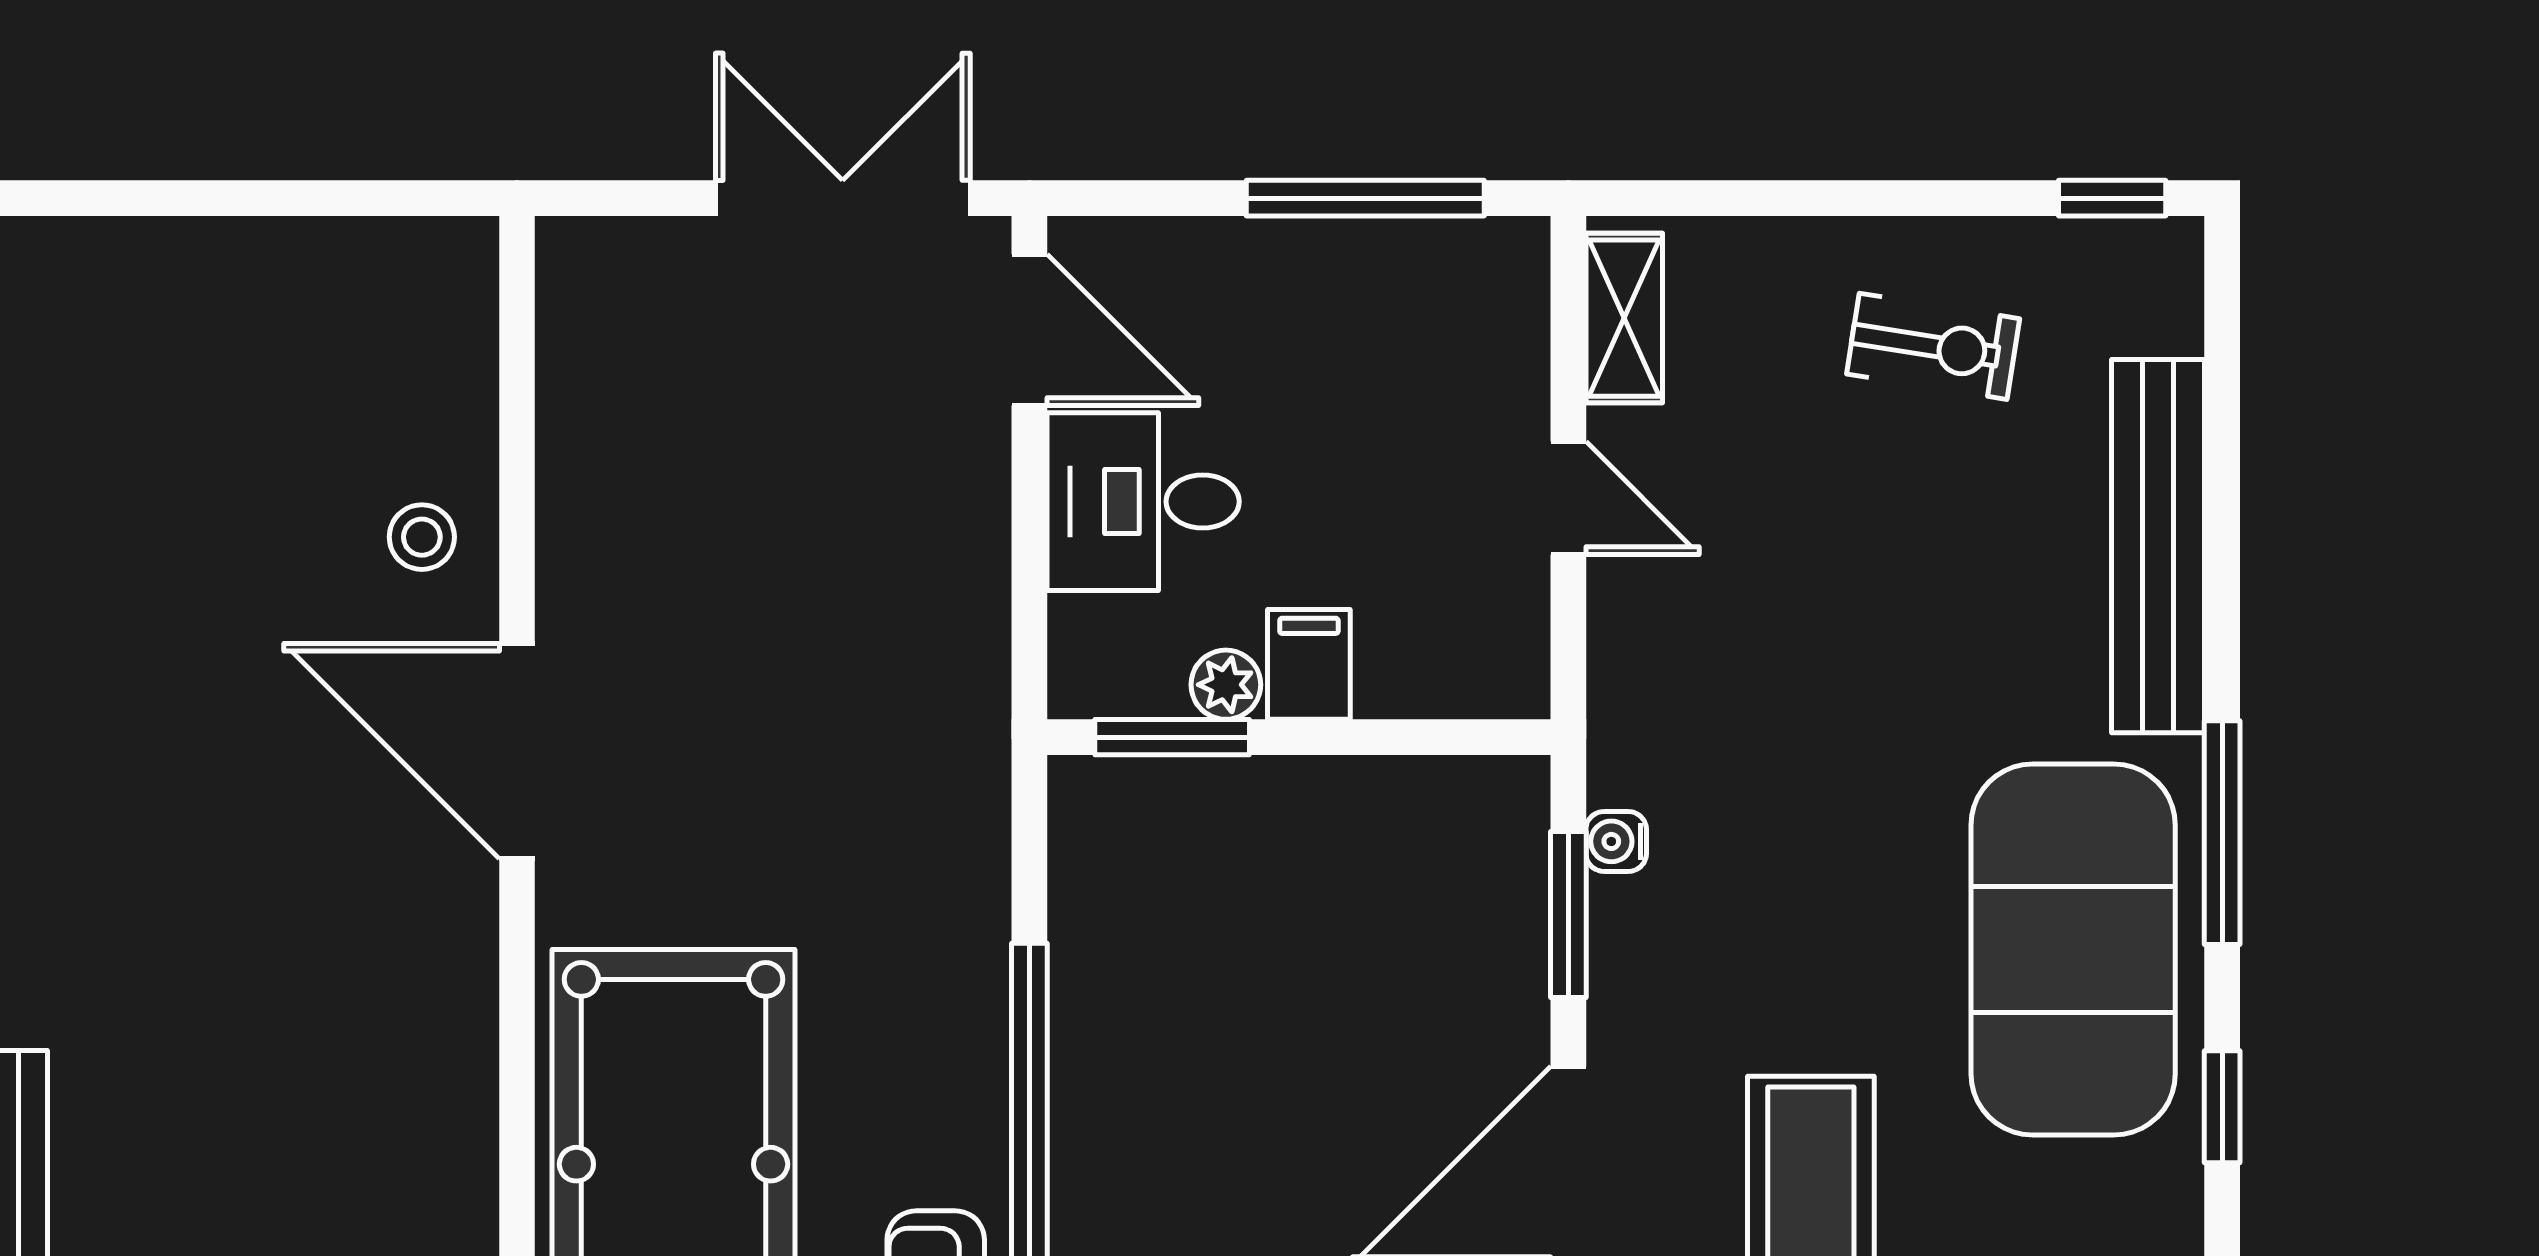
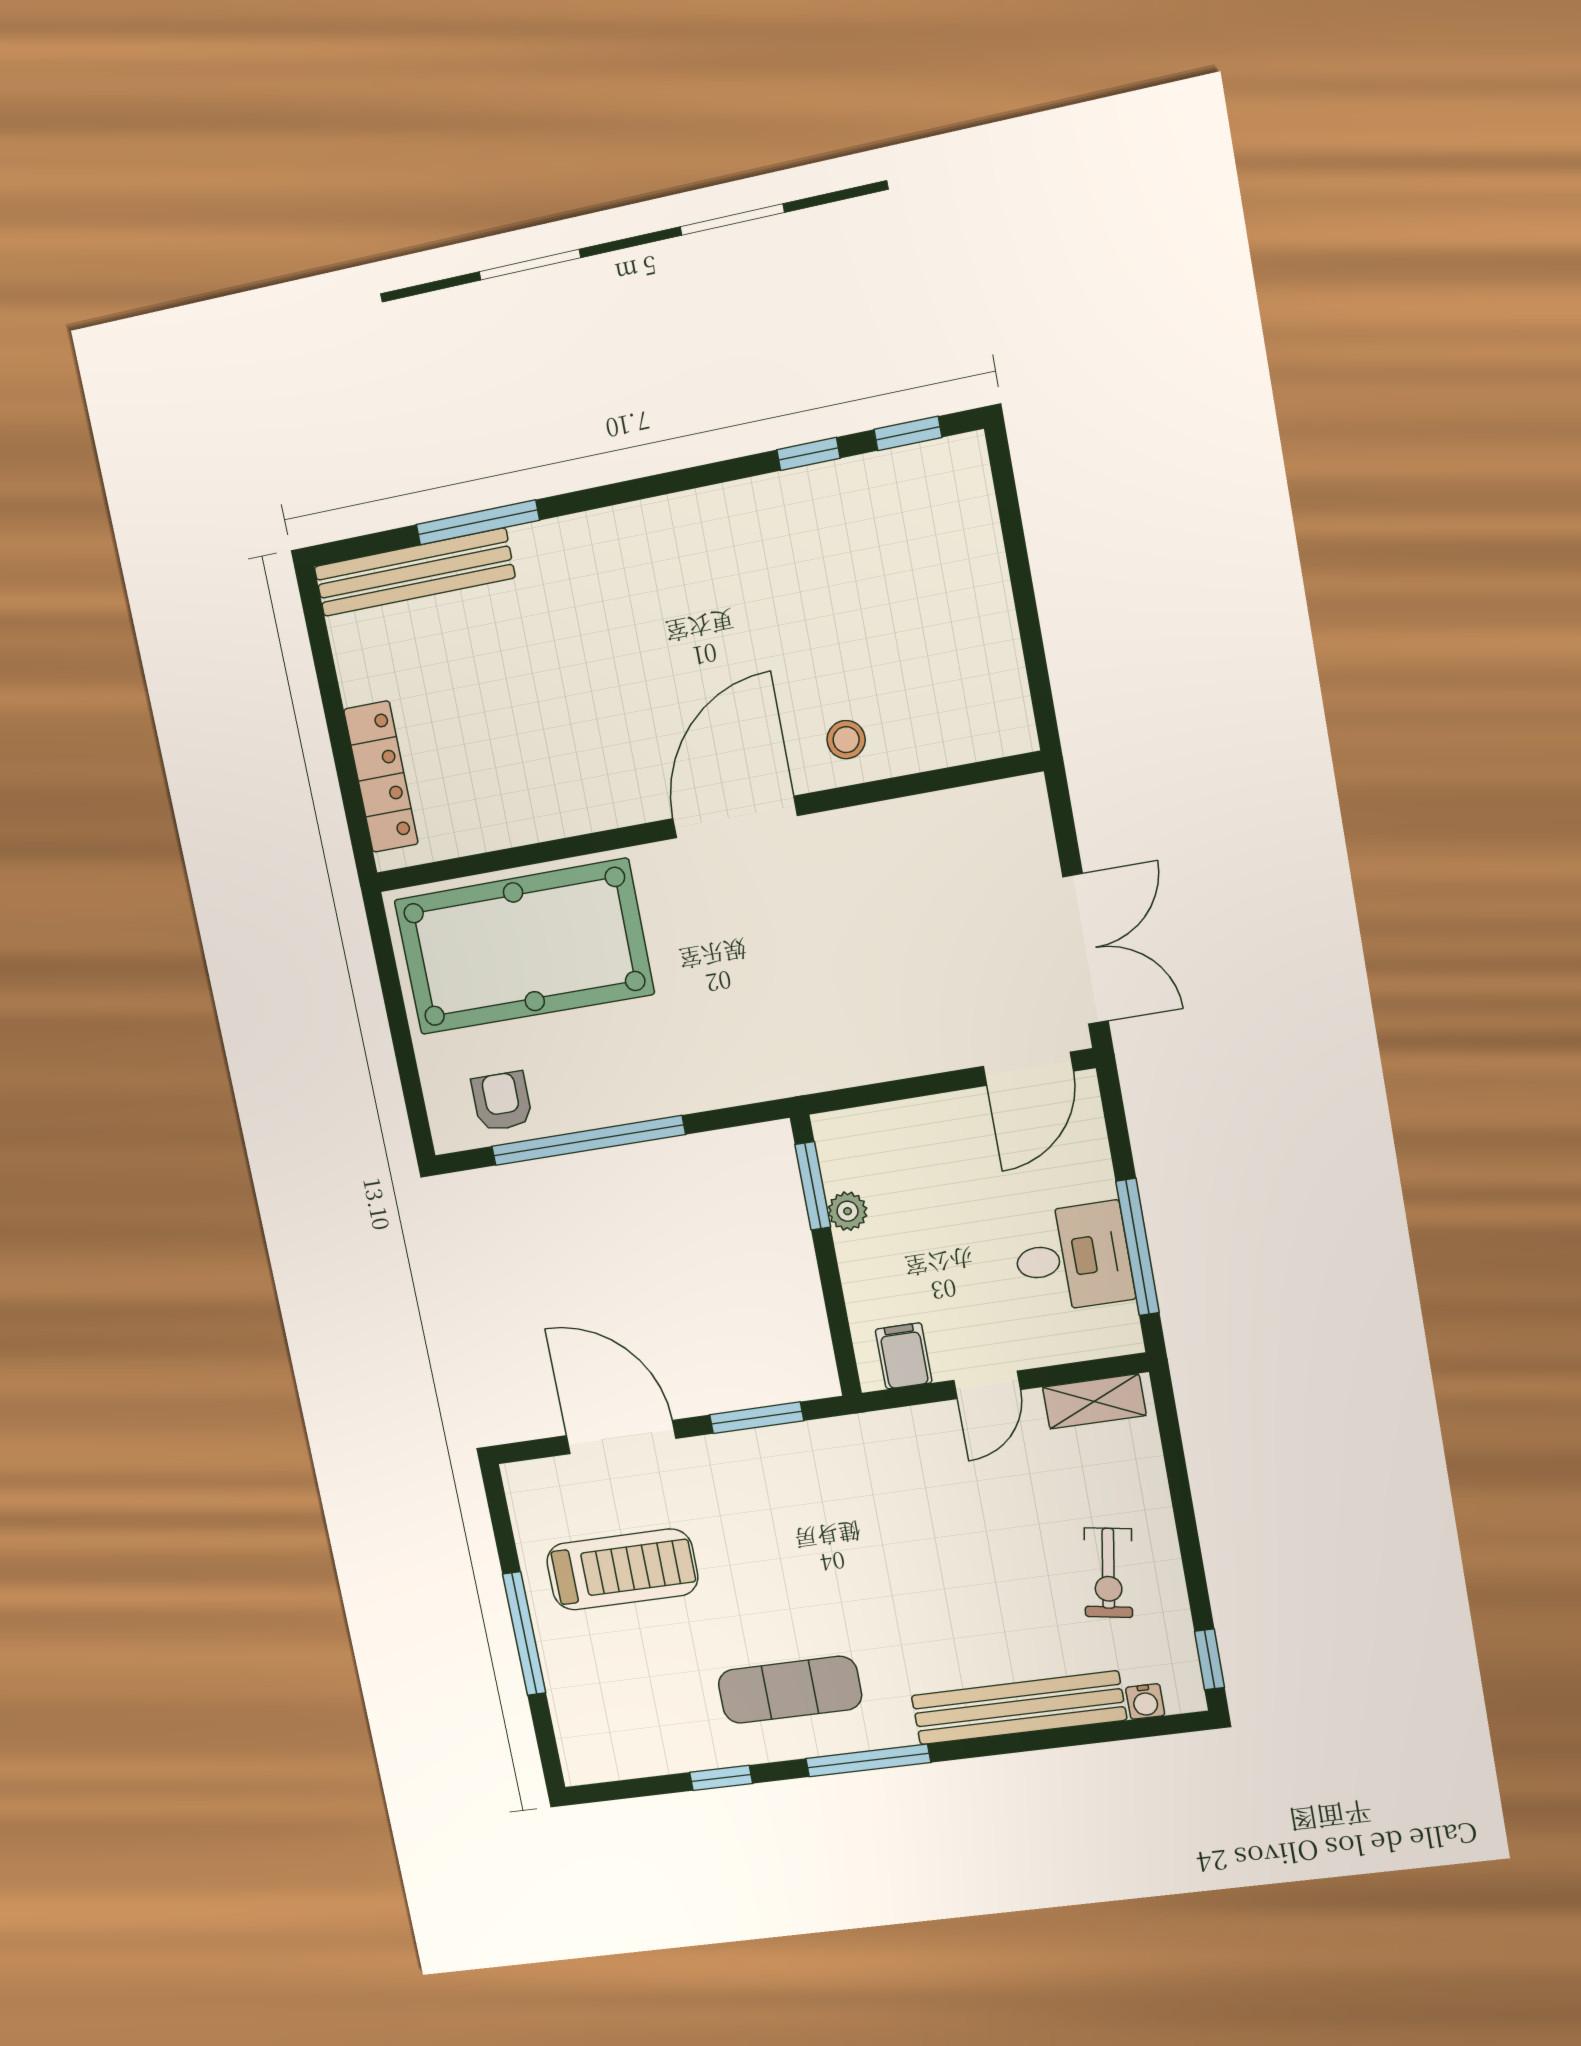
desk: (1143, 502) -> (1072, 1257), moved, turned 90
filing cabinet: (1309, 664) -> (904, 1356), moved, turned -90
water cooler: (1616, 841) -> (1145, 1701), moved, turned 180
exercise mat: (2073, 949) -> (790, 1690), width x0.50, depth x0.69

